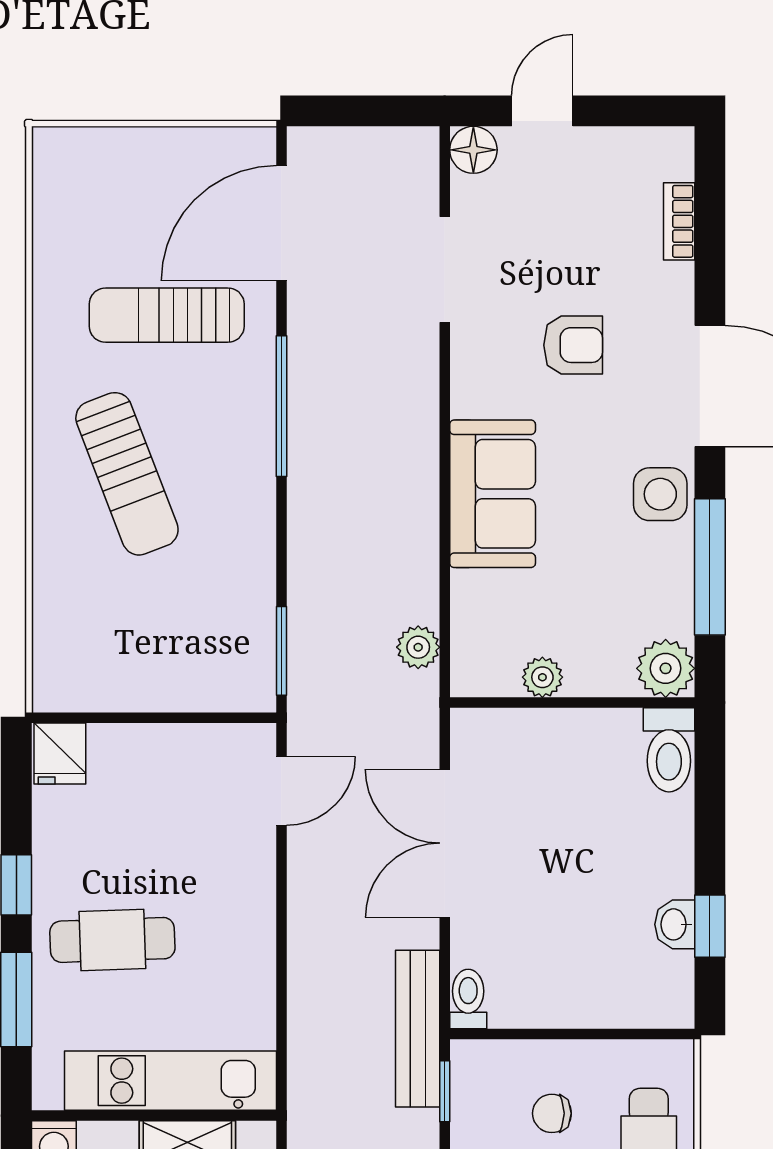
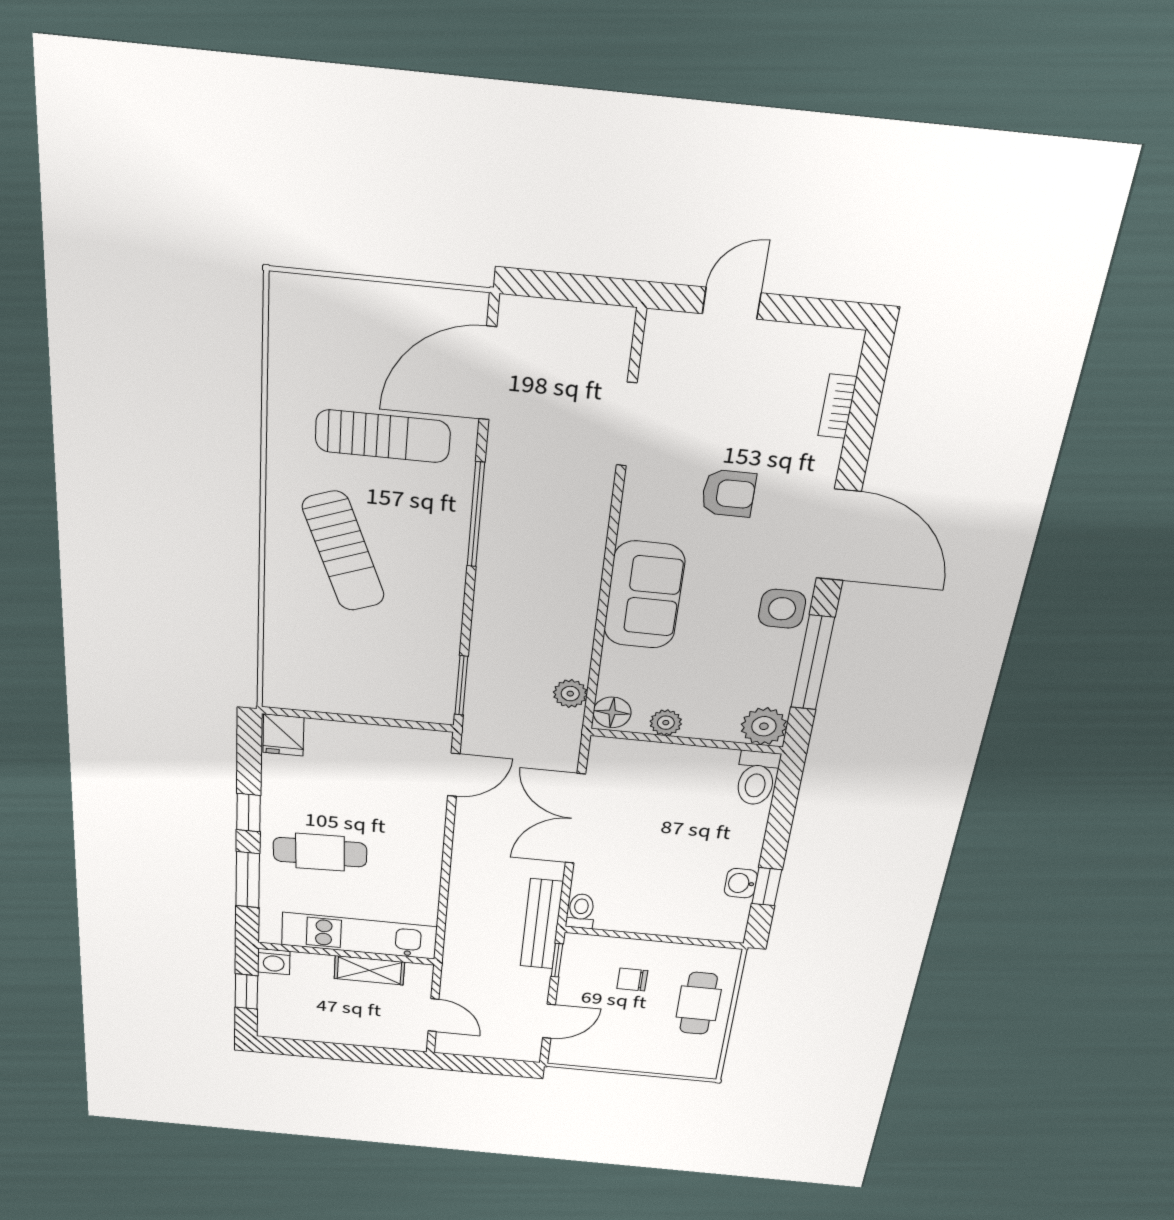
floor lamp: (473, 150) -> (612, 712), moved
sun lounger: (167, 315) -> (383, 436), turned 180

